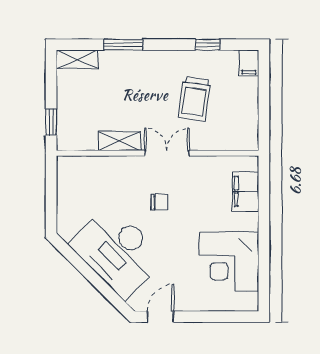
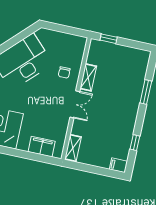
shelving: (77, 59) -> (73, 148), moved
trolley: (195, 99) -> (104, 128), removed
chair: (159, 202) -> (64, 72), moved

